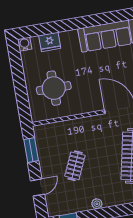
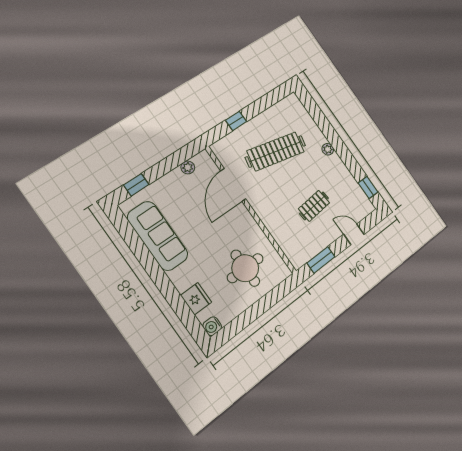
clothes rail: (75, 166) -> (314, 206), turned -30
plant: (97, 204) -> (328, 149), moved

